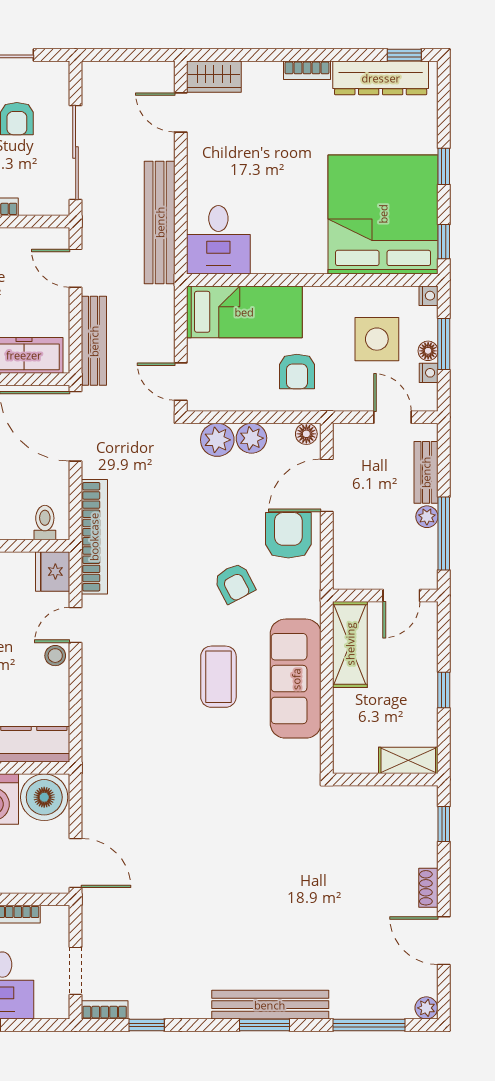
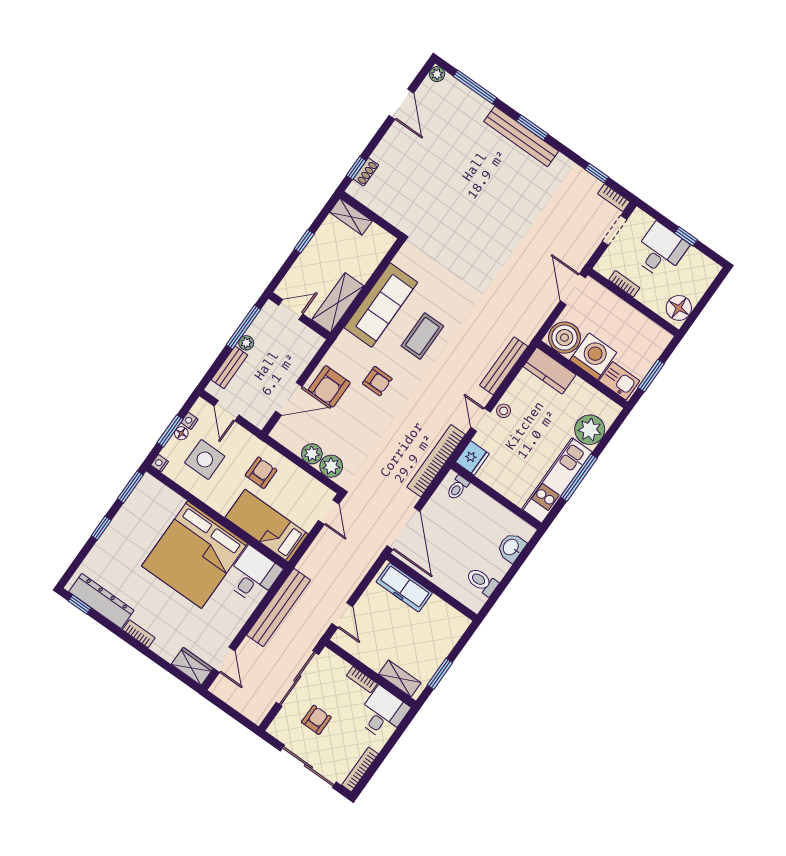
bed: (383, 214) -> (194, 555), moved
window: (444, 242) -> (130, 487), width x1.50
bench: (94, 341) -> (504, 366), moved
floor lamp: (306, 434) -> (280, 435), removed
armchair: (234, 583) -> (377, 381), turned 118
door: (76, 625) -> (481, 420), swing flipped
shoe rack: (428, 888) -> (366, 172), moved

